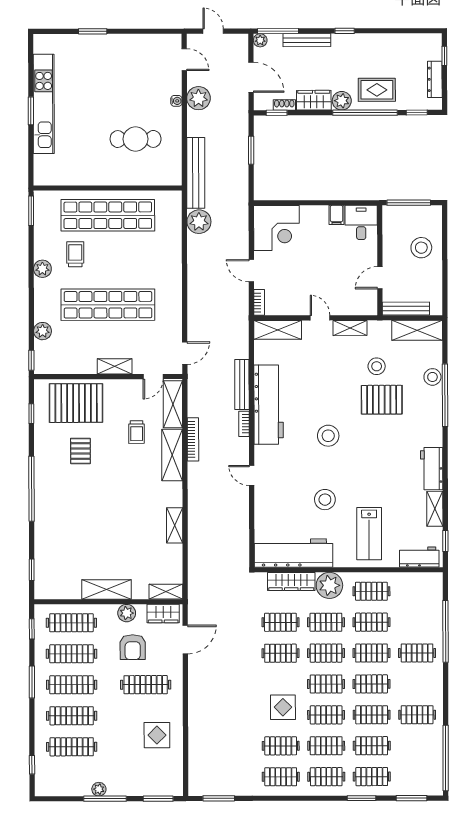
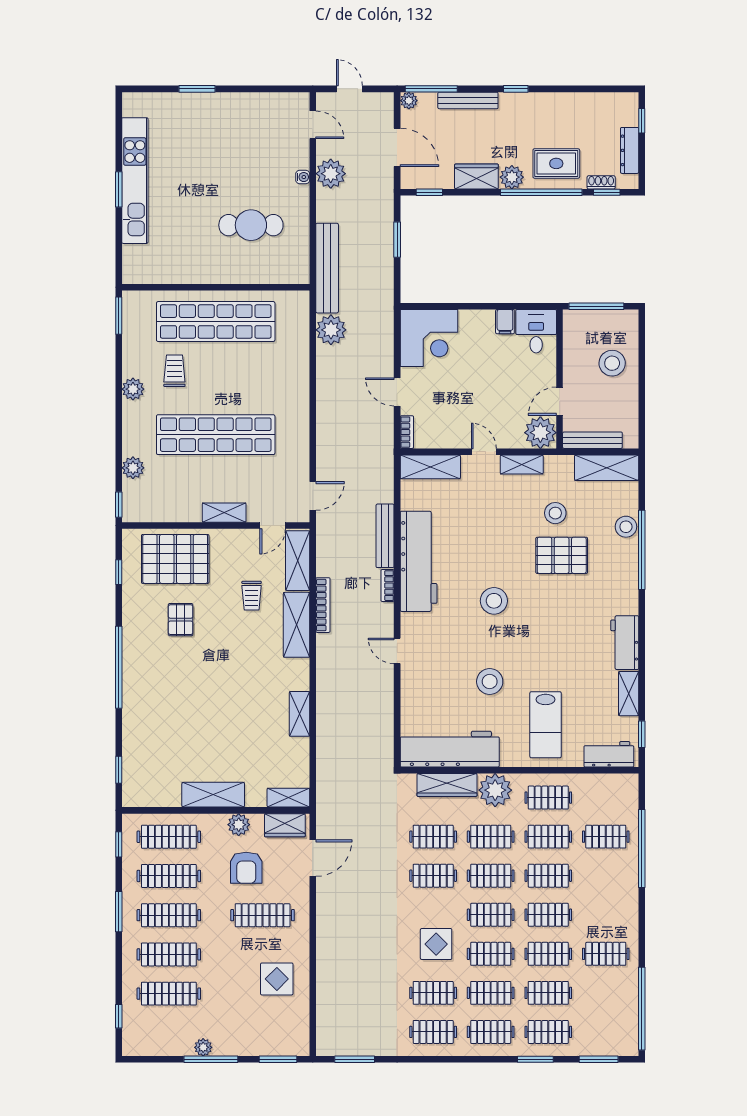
shoe rack: (284, 105) -> (601, 182), moved
plant: (365, 303) -> (540, 433), added
clothes rail: (417, 653) -> (606, 837), moved

